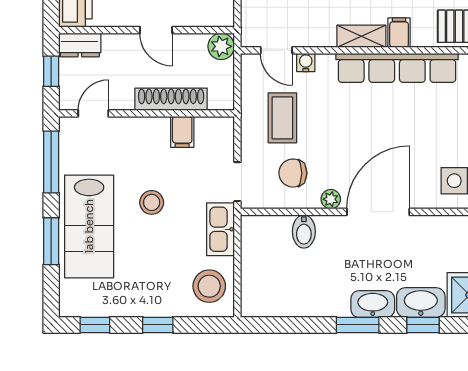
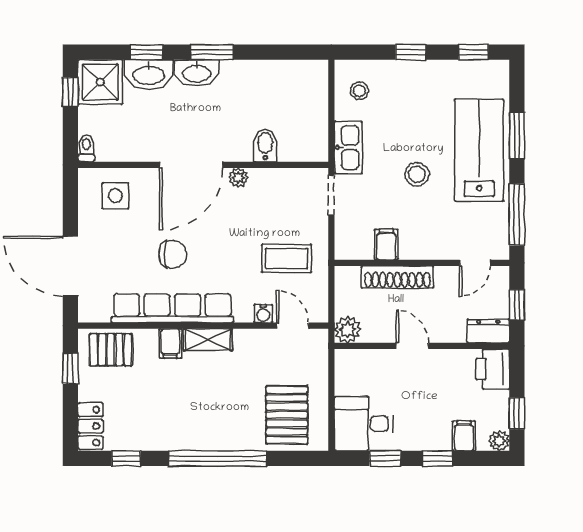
coffee table: (282, 118) -> (287, 258), turned 90
chair: (293, 173) -> (173, 254), moved
stool: (209, 286) -> (359, 91), width x0.53, depth x0.53

